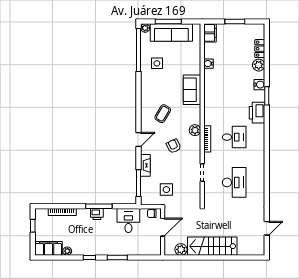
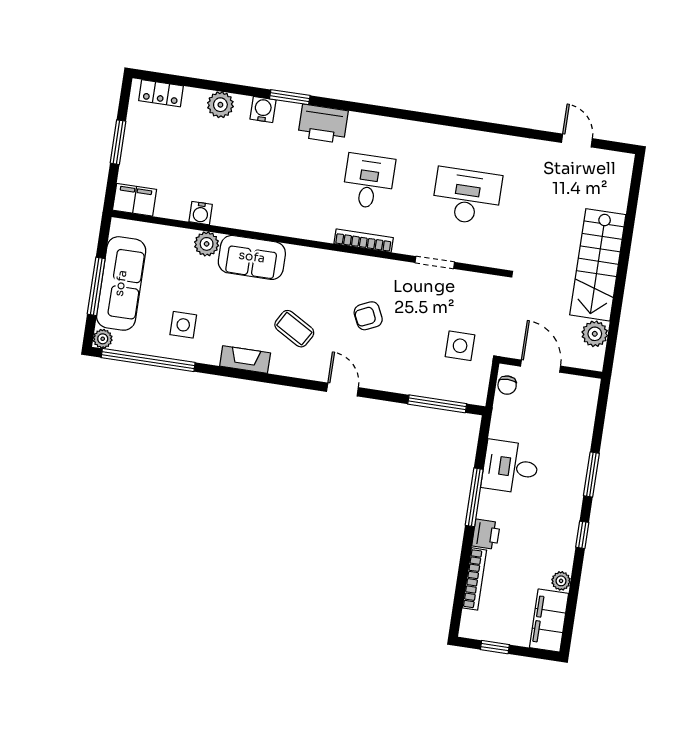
locker: (260, 49) -> (161, 93), moved
plant: (195, 130) -> (207, 244), moved
fireplace: (145, 165) -> (245, 360), moved
printer: (97, 214) -> (486, 534), moved
desk: (128, 221) -> (510, 467), moved

